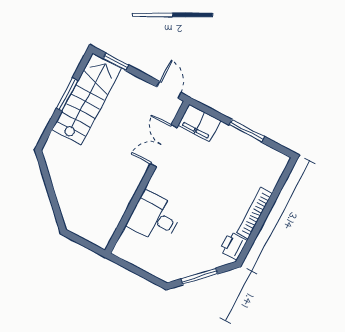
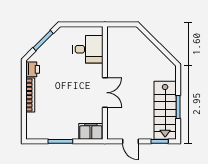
door: (169, 90) -> (131, 141), moved
double door: (164, 146) -> (105, 93), moved
desk: (155, 217) -> (88, 49), moved

